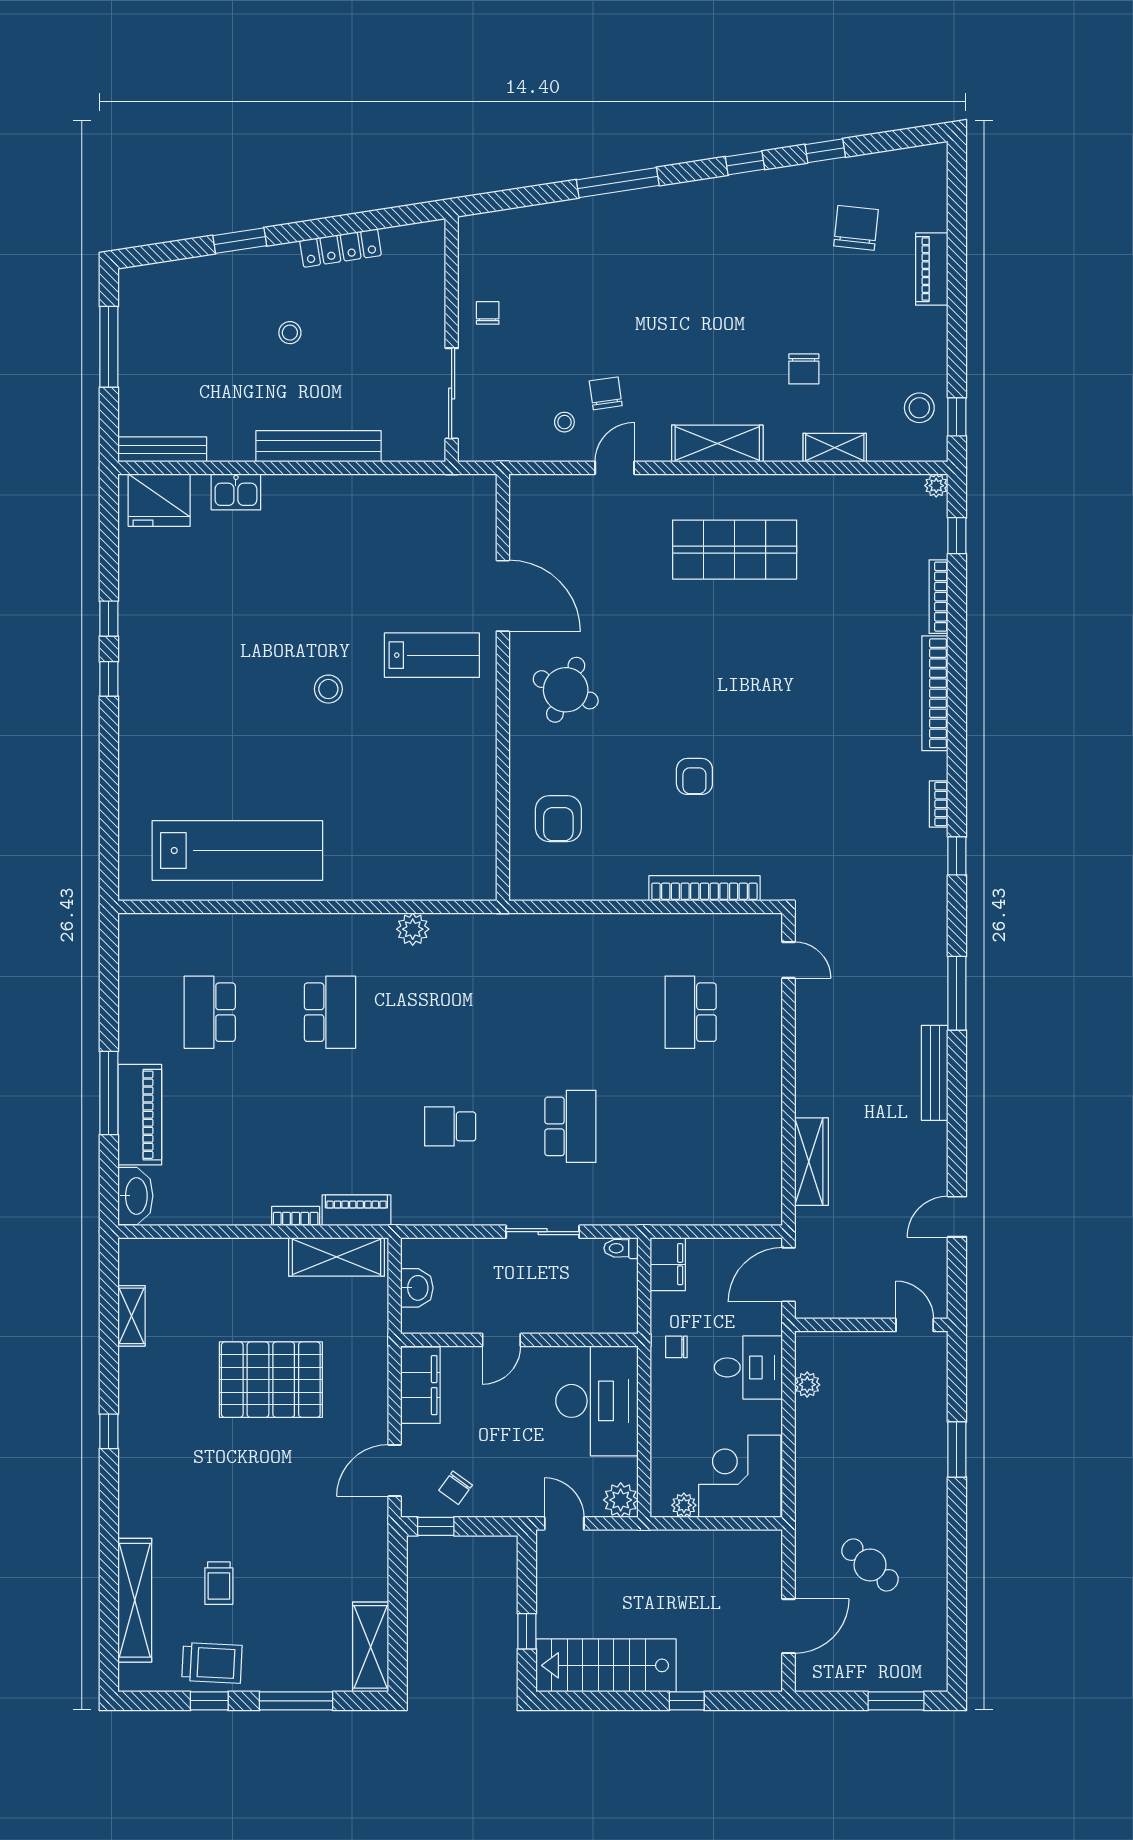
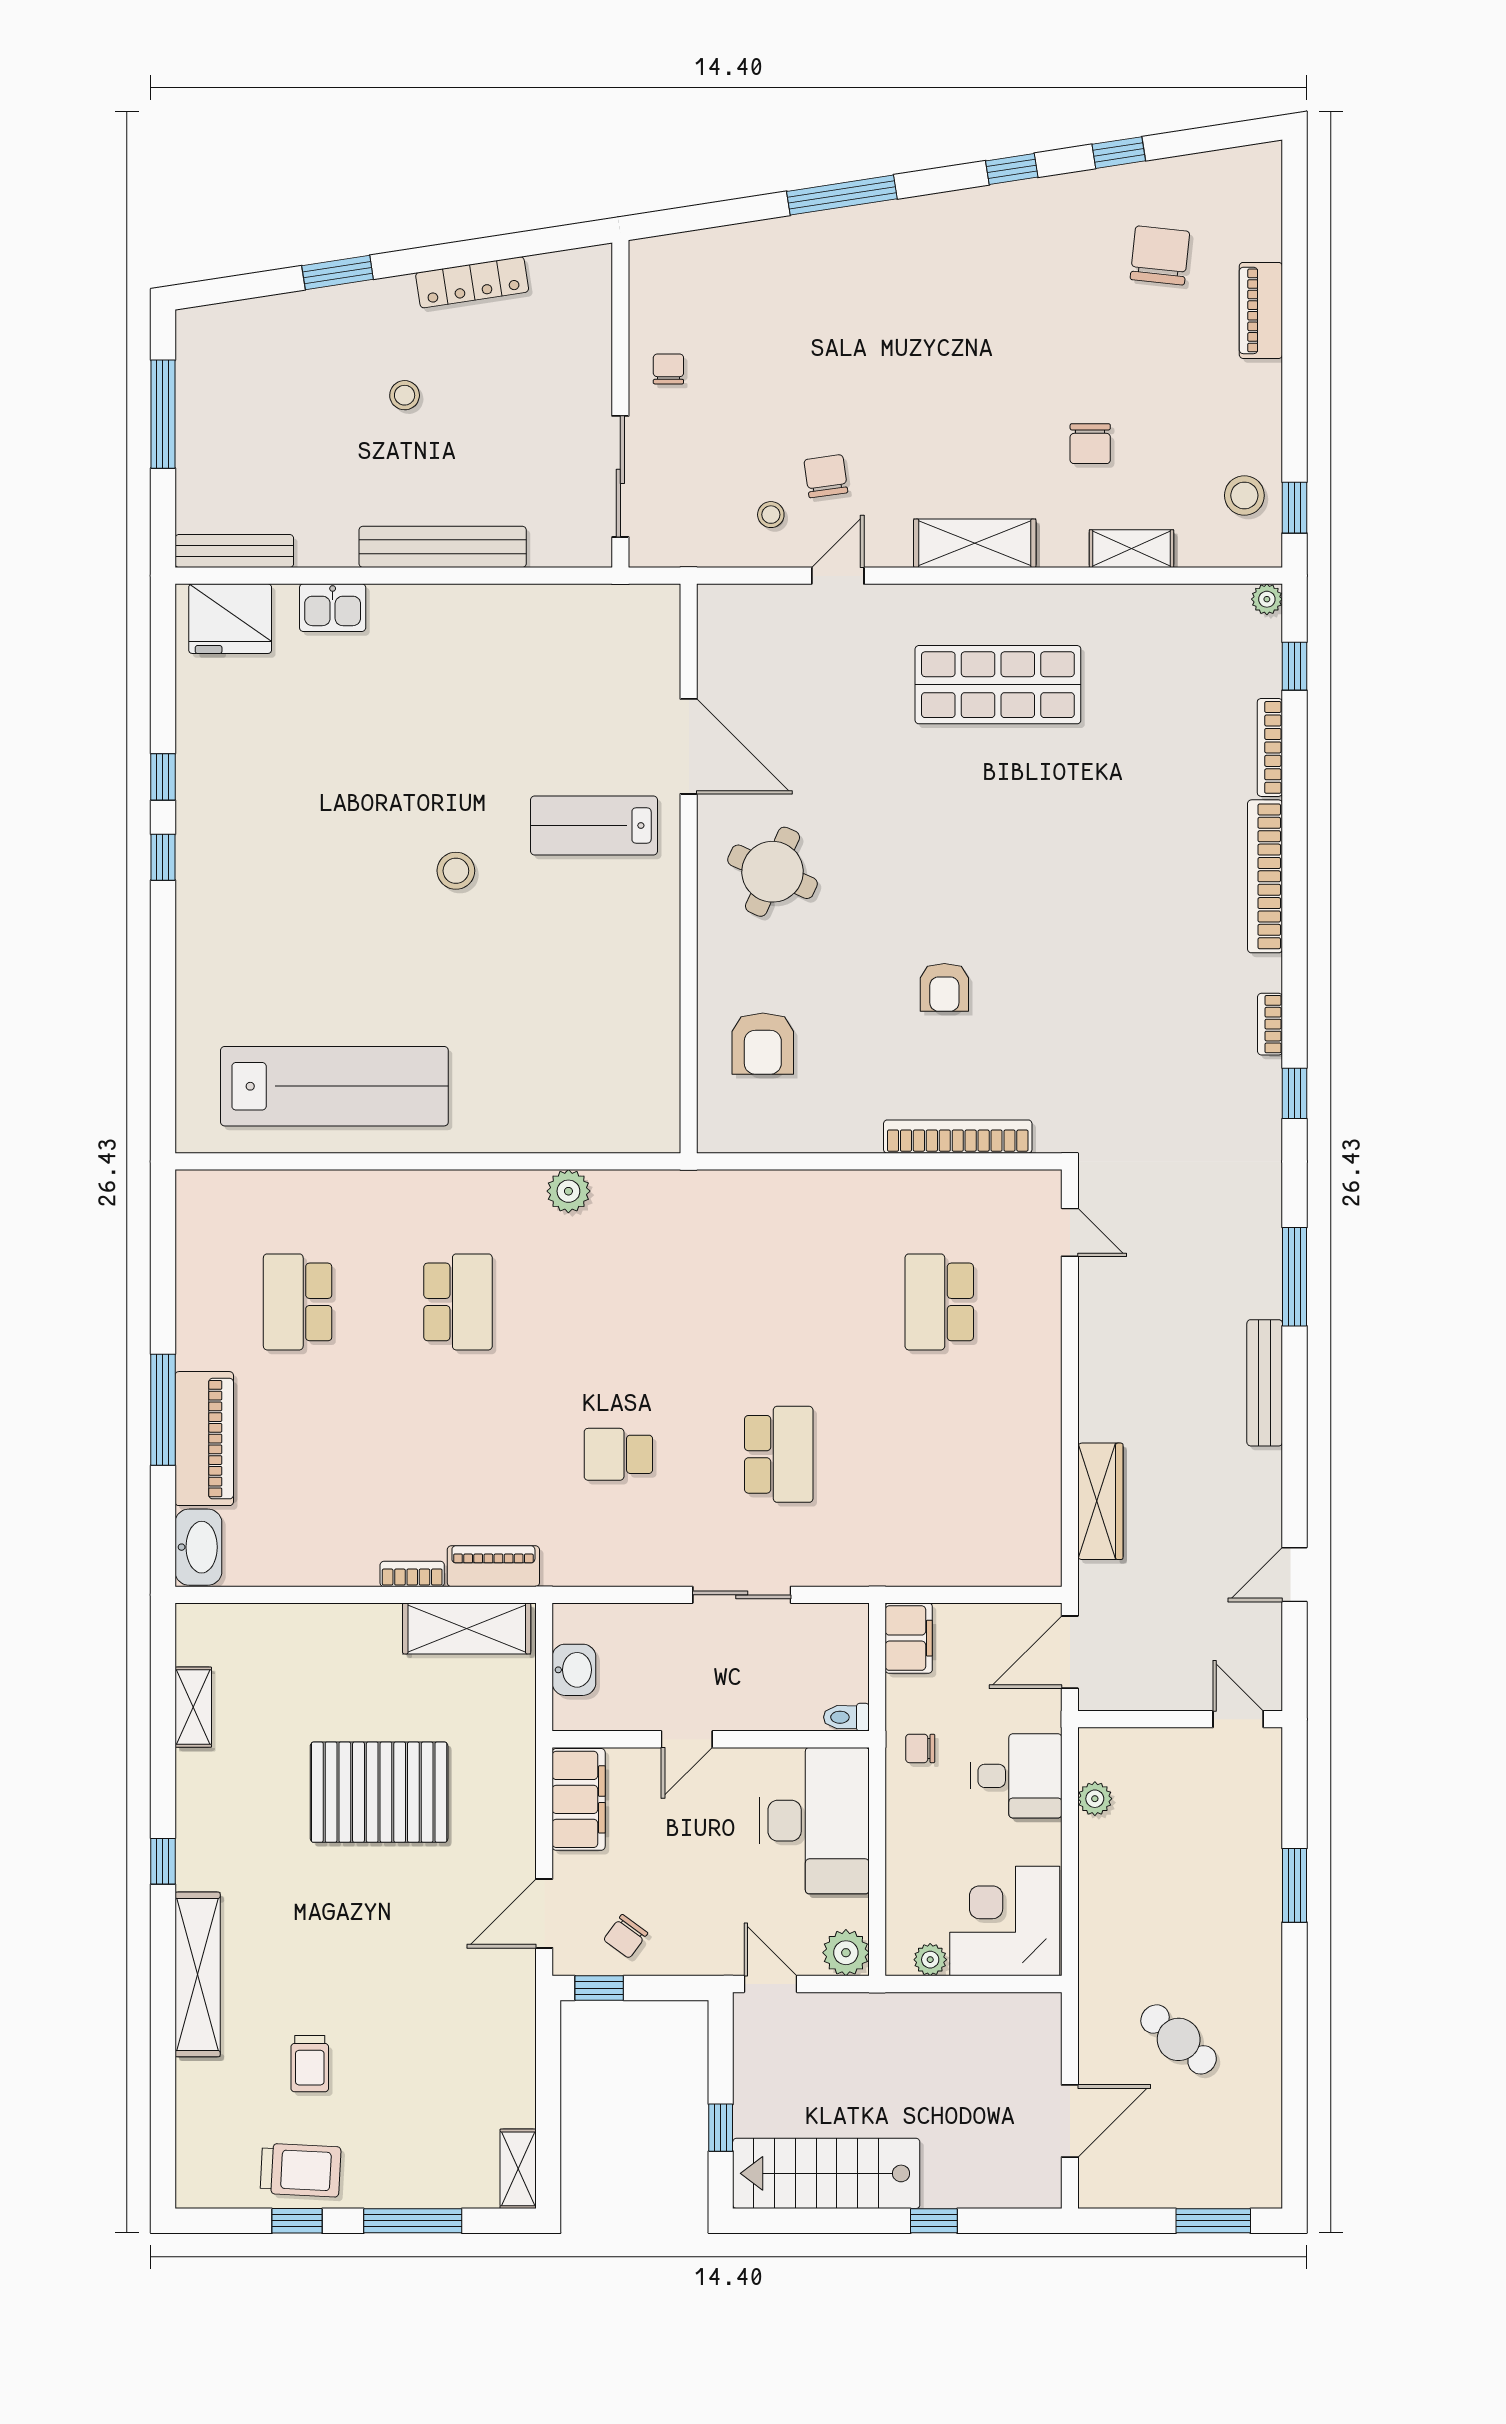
lab bench: (432, 655) -> (594, 825), turned 180
toilet: (621, 1248) -> (846, 1717), moved
shelving: (135, 1600) -> (198, 1974), moved
shelving: (371, 1647) -> (518, 2169), width x0.67, depth x0.75

